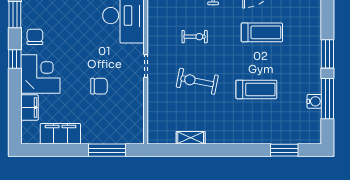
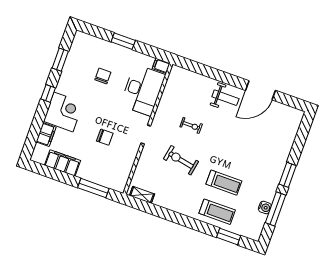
treadmill: (262, 32) -> (217, 212), moved
chair: (35, 37) -> (103, 76), moved
shelving: (191, 138) -> (142, 195), moved

